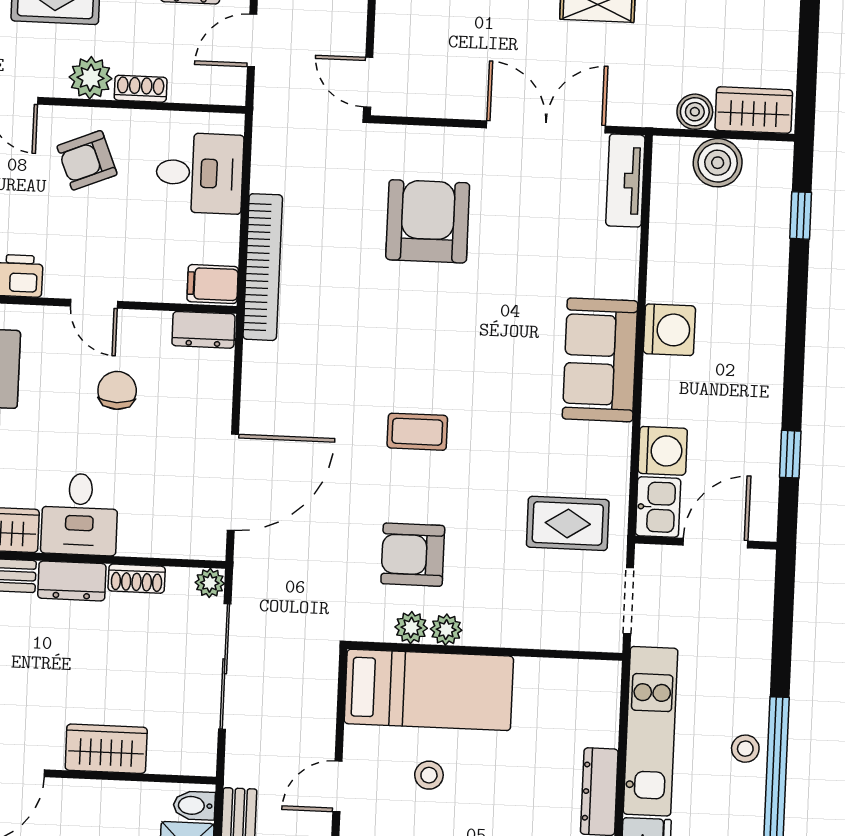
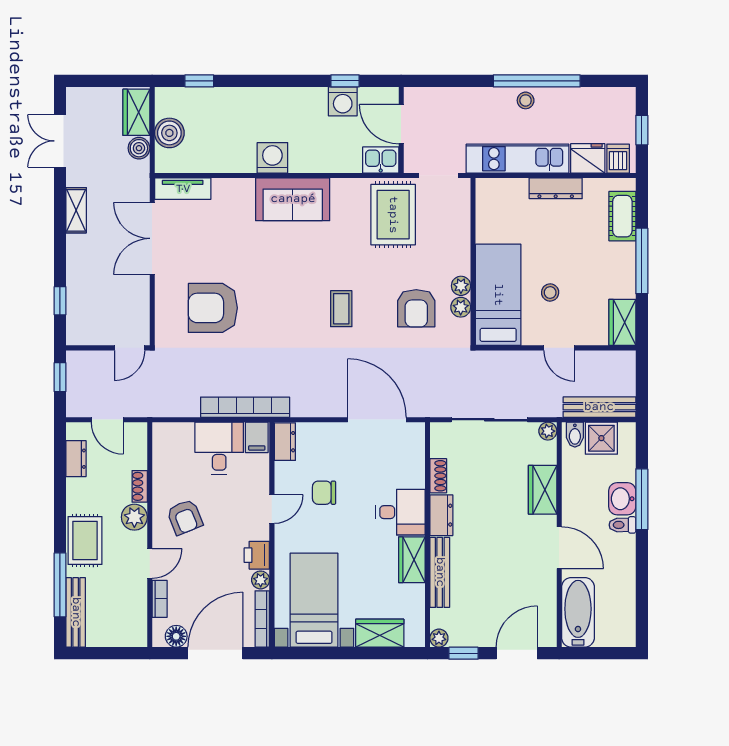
desk: (200, 173) -> (219, 448), moved
washing machine: (663, 451) -> (343, 101), moved, turned 180
rug: (568, 523) -> (393, 215), width x1.36, depth x1.43
plant: (210, 583) -> (548, 431), moved

